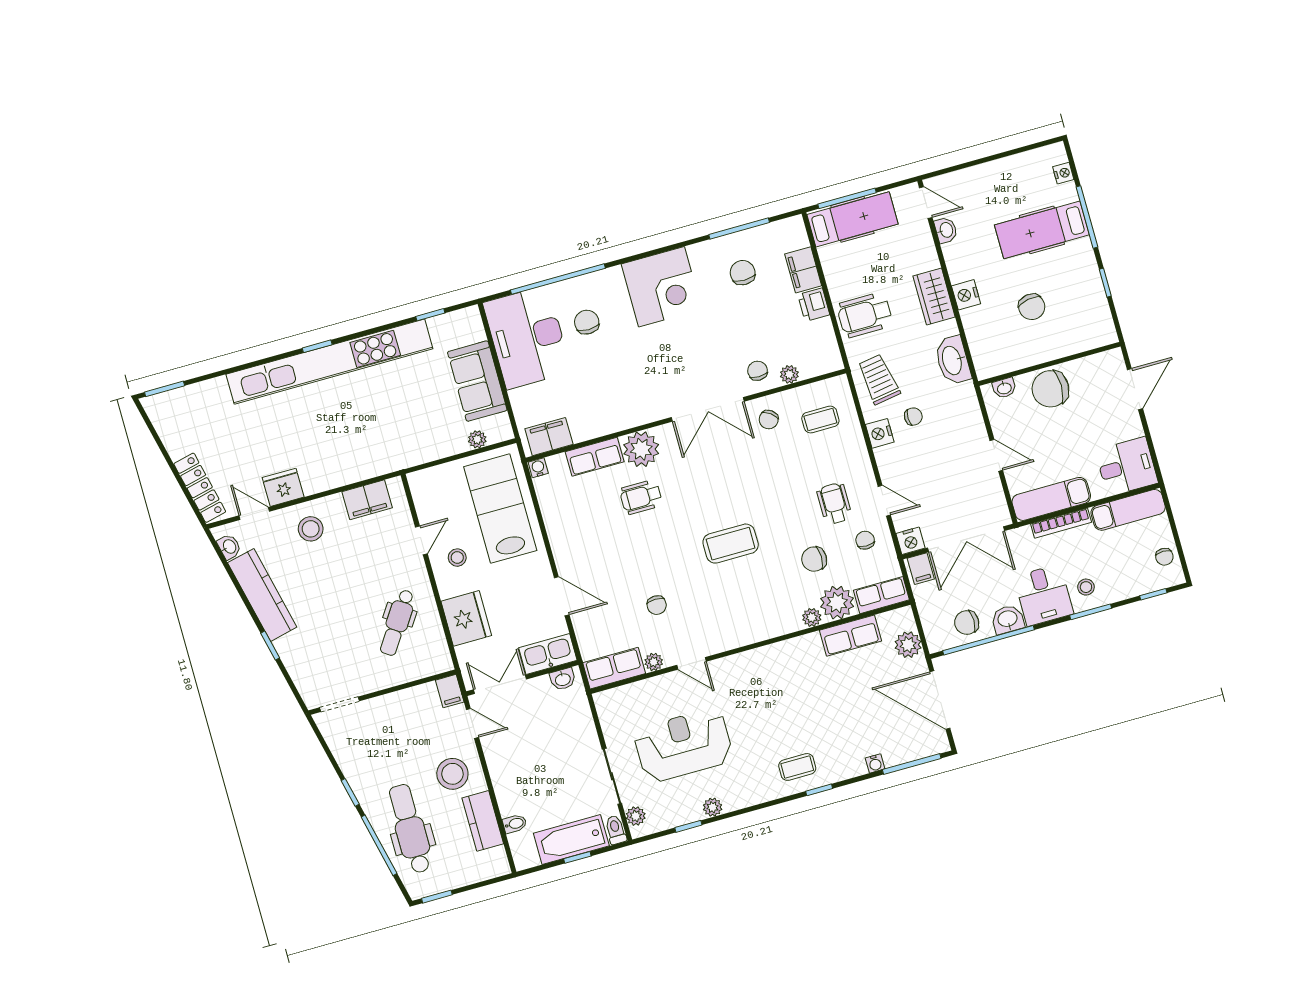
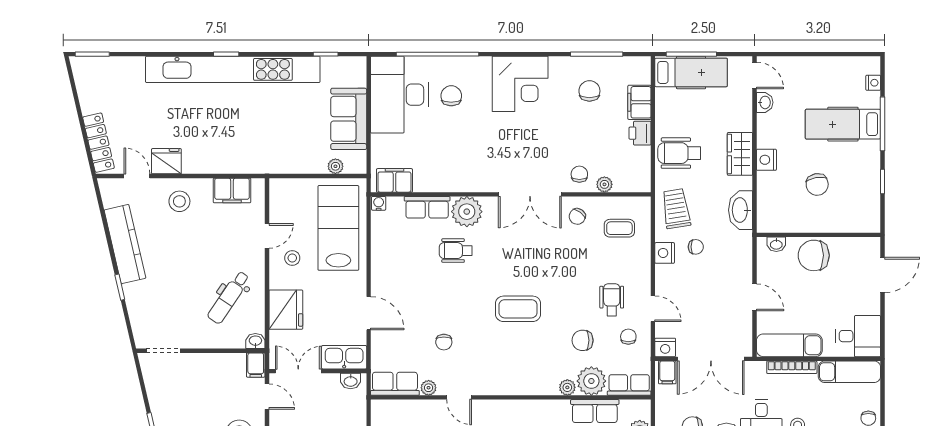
washbasin: (229, 547) -> (255, 341), moved, turned -77

